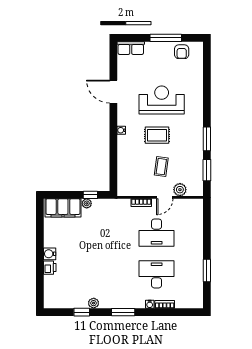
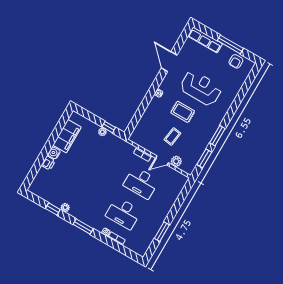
row of seats: (131, 48) -> (205, 40), width x1.48
filing cabinet: (63, 208) -> (67, 136), moved, turned -90
desk: (157, 274) -> (123, 213), turned 180

